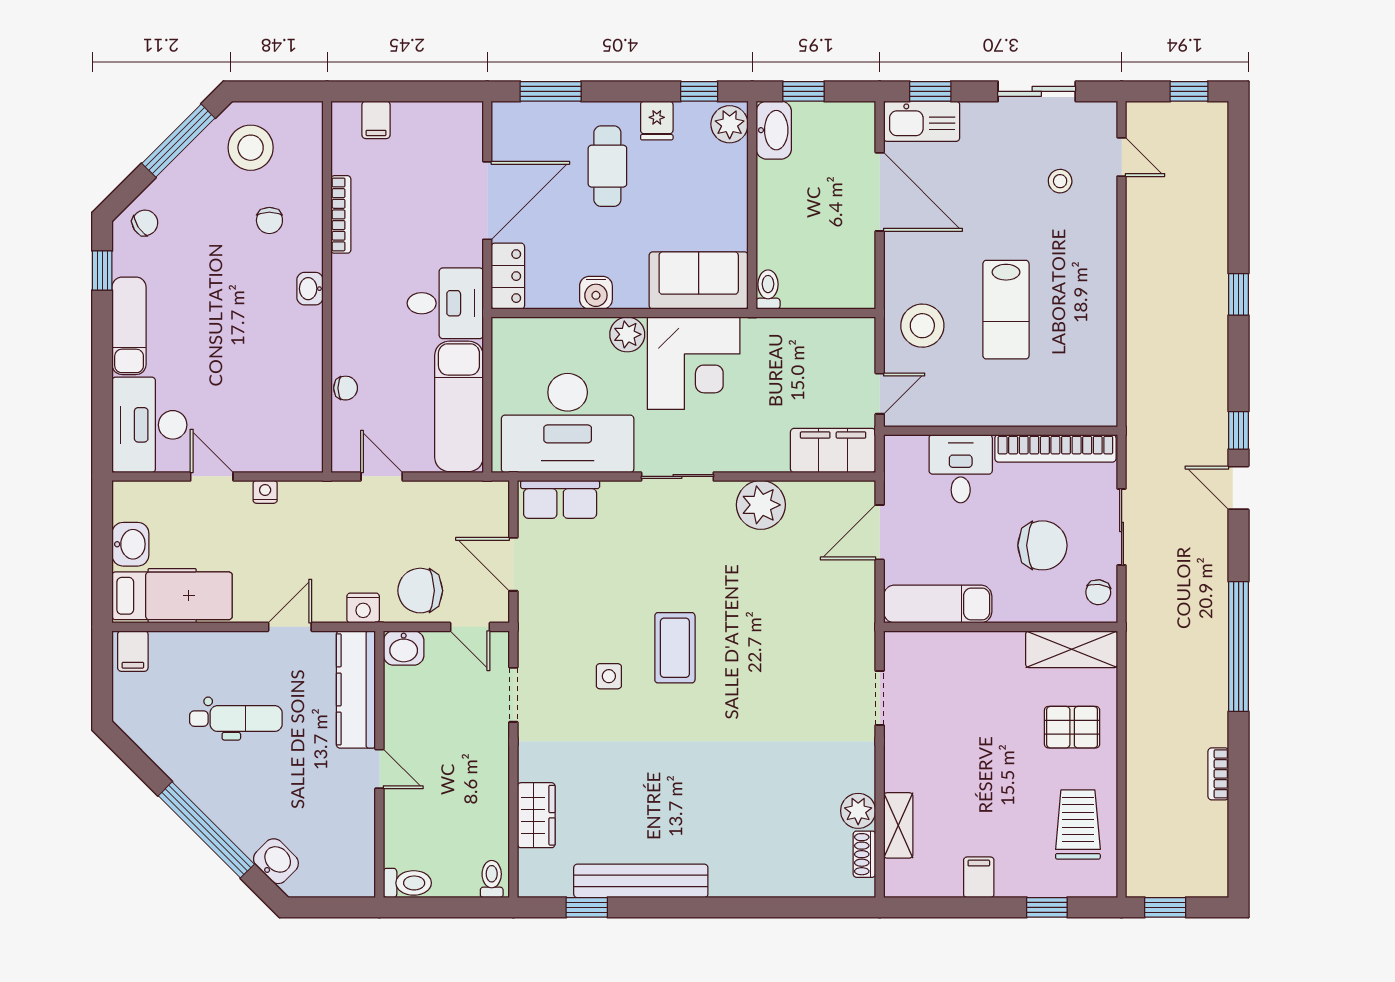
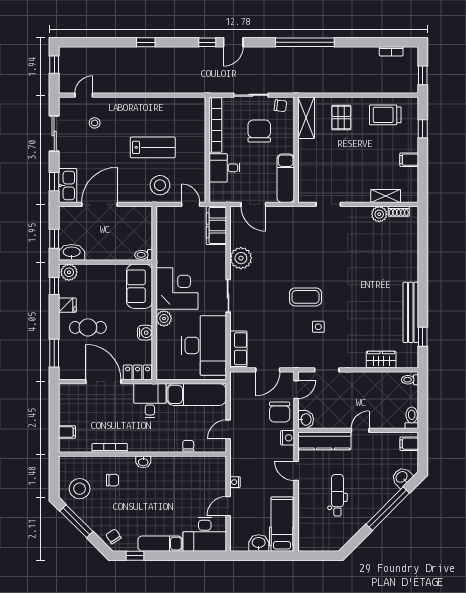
filing cabinet: (133, 651) -> (409, 444), moved, turned 180
bookcase: (1218, 774) -> (391, 51), moved

